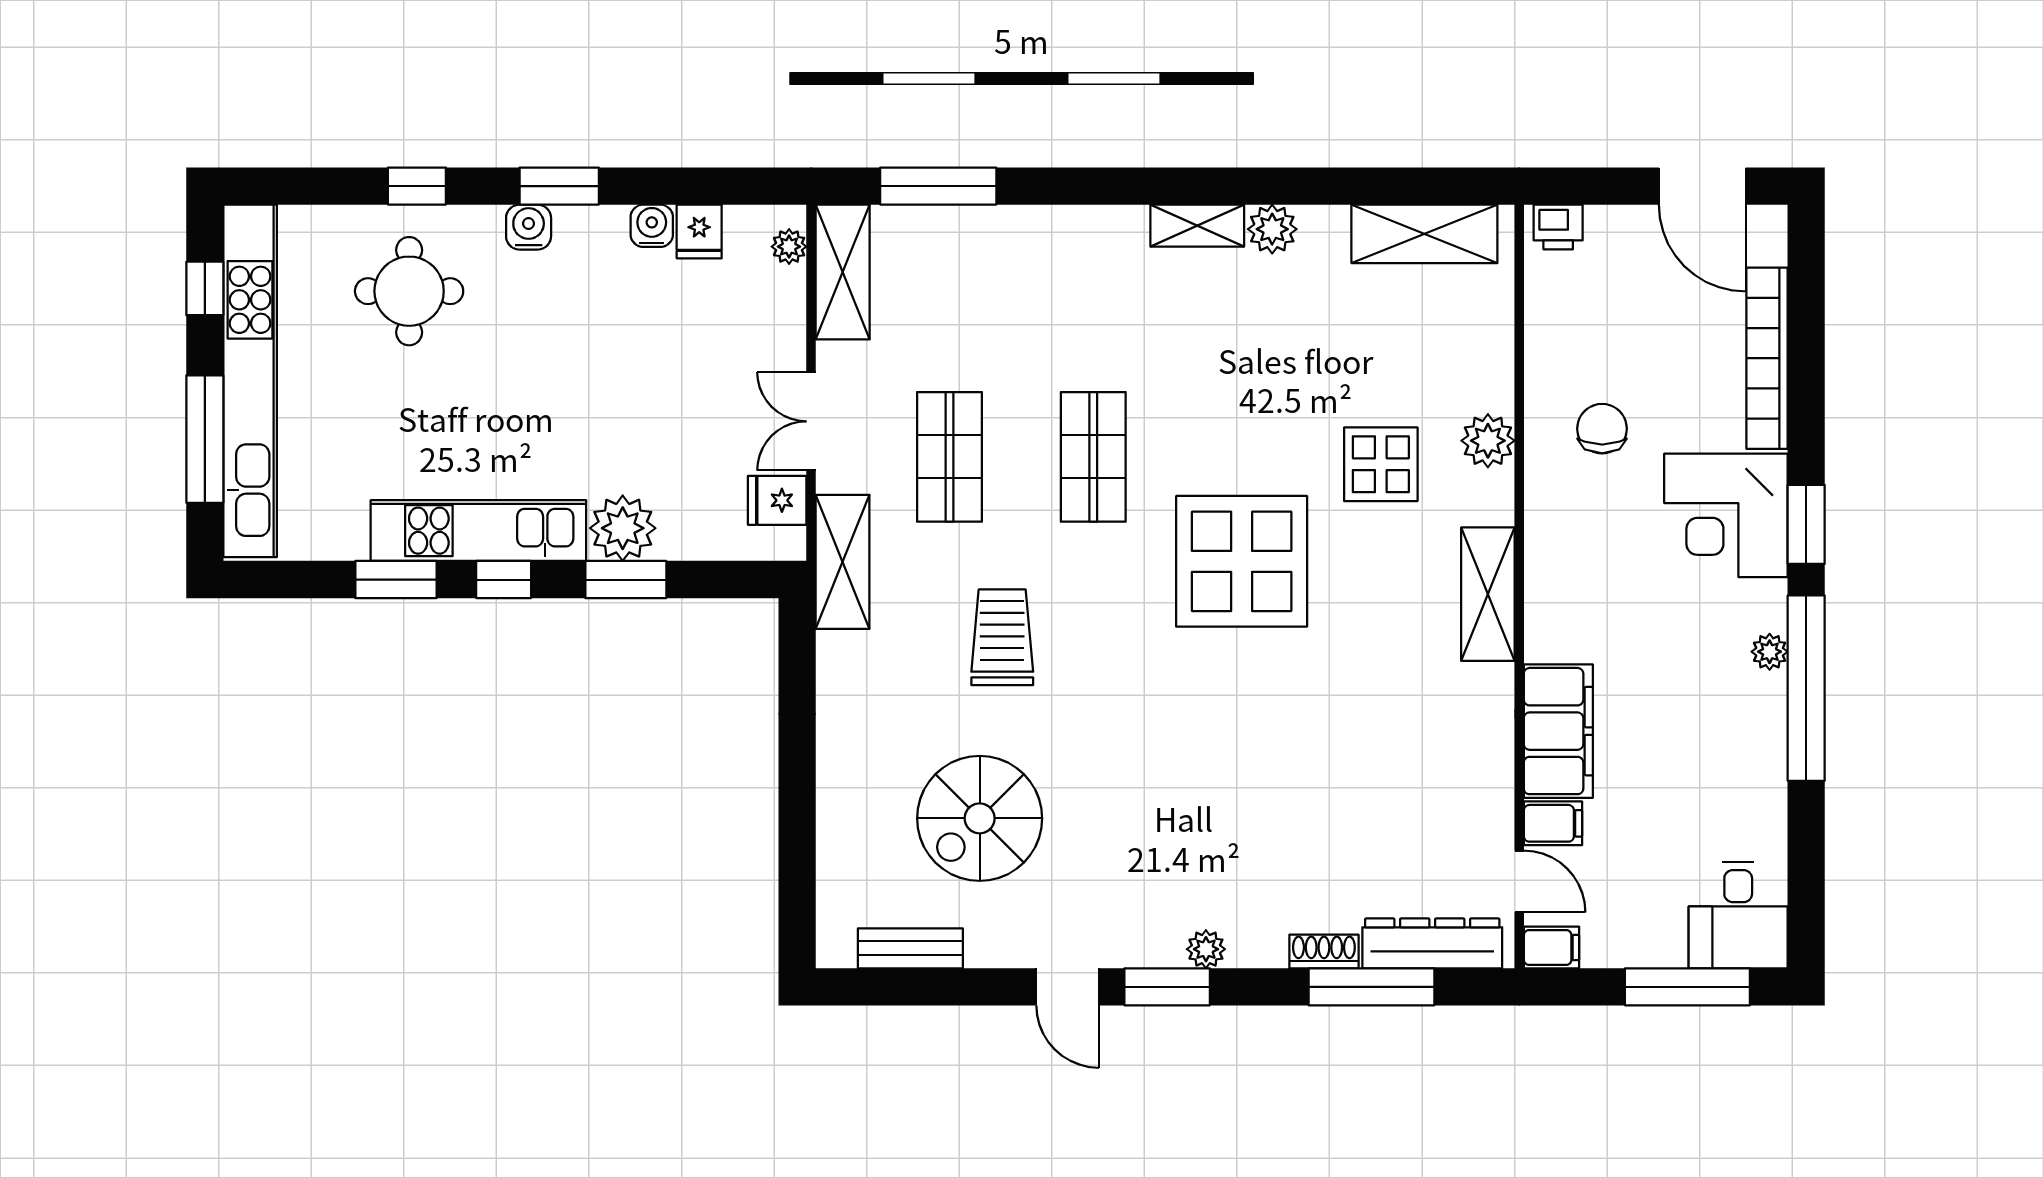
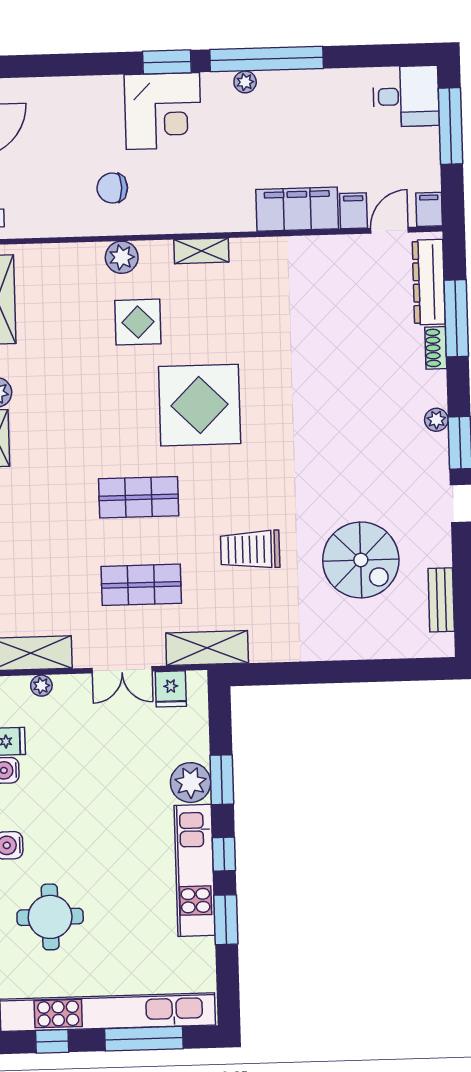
plant: (789, 247) -> (41, 686), moved
bookcase: (1767, 358) -> (66, 89), removed
shelving: (1488, 594) -> (201, 251), width x0.67, depth x0.75

